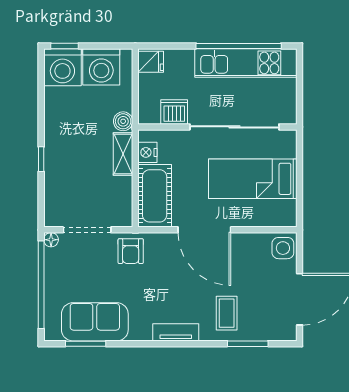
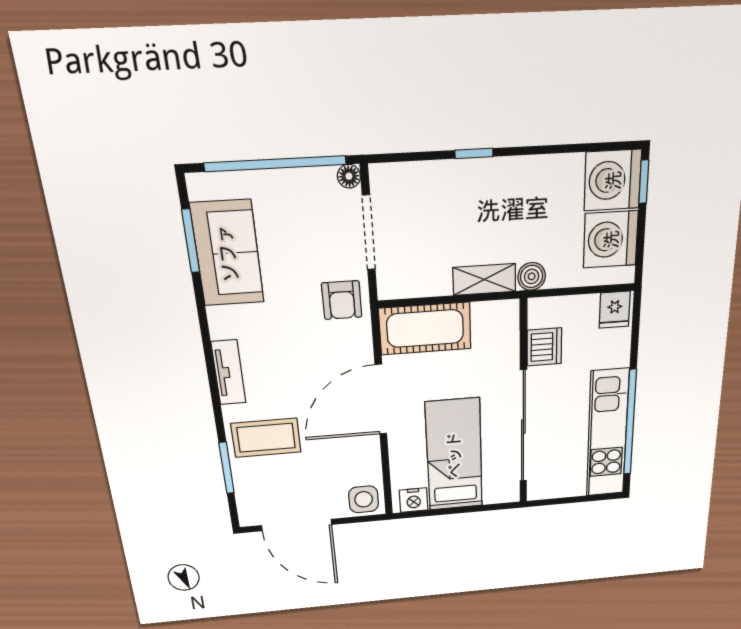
nightstand: (147, 152) -> (414, 500), moved, turned 180
armchair: (131, 251) -> (342, 300), turned -90
coffee table: (227, 313) -> (266, 438), width x1.36, depth x1.30

